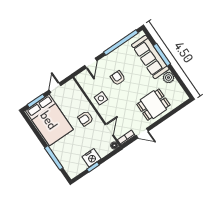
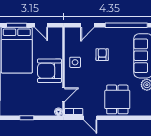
door: (55, 88) -> (41, 25), swing flipped
dining table: (153, 105) -> (117, 99), turned 90
armchair: (86, 118) -> (49, 71), width x1.88, depth x1.88
nightstand: (91, 158) -> (31, 109), removed

